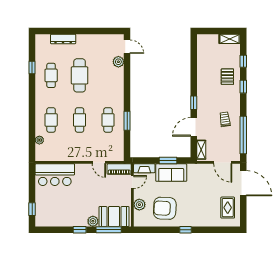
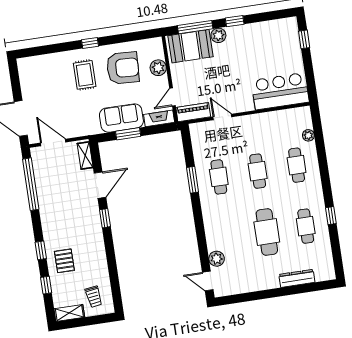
window: (32, 67) -> (331, 216), moved
trolley: (225, 119) -> (94, 297), moved
rug: (228, 208) -> (85, 75), moved

